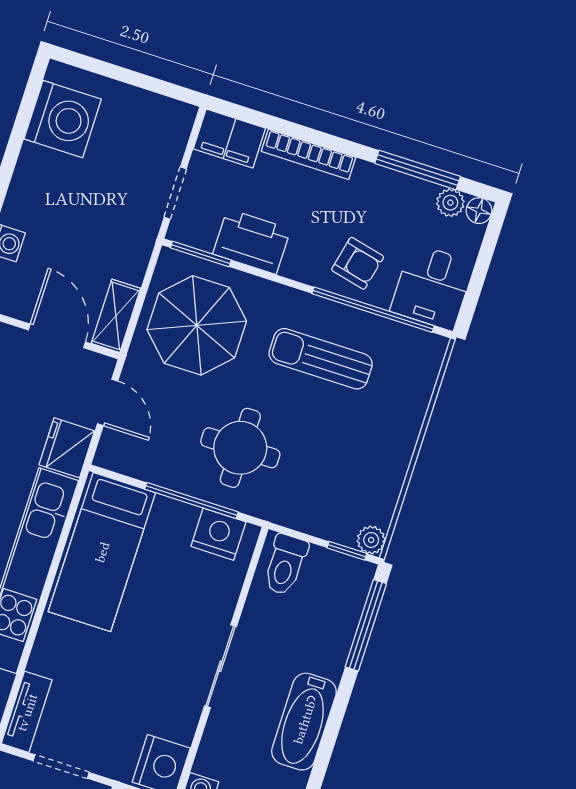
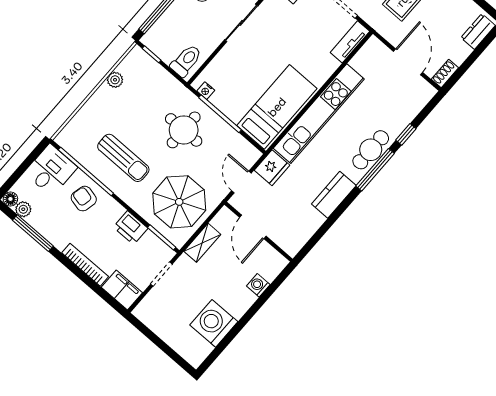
washing machine: (63, 119) -> (214, 323), moved
printer: (252, 242) -> (131, 228), width x0.73, depth x0.84
shelving: (116, 316) -> (202, 243), moved
nightstand: (218, 534) -> (206, 91), width x0.53, depth x0.56
plant: (371, 540) -> (115, 80), moved

